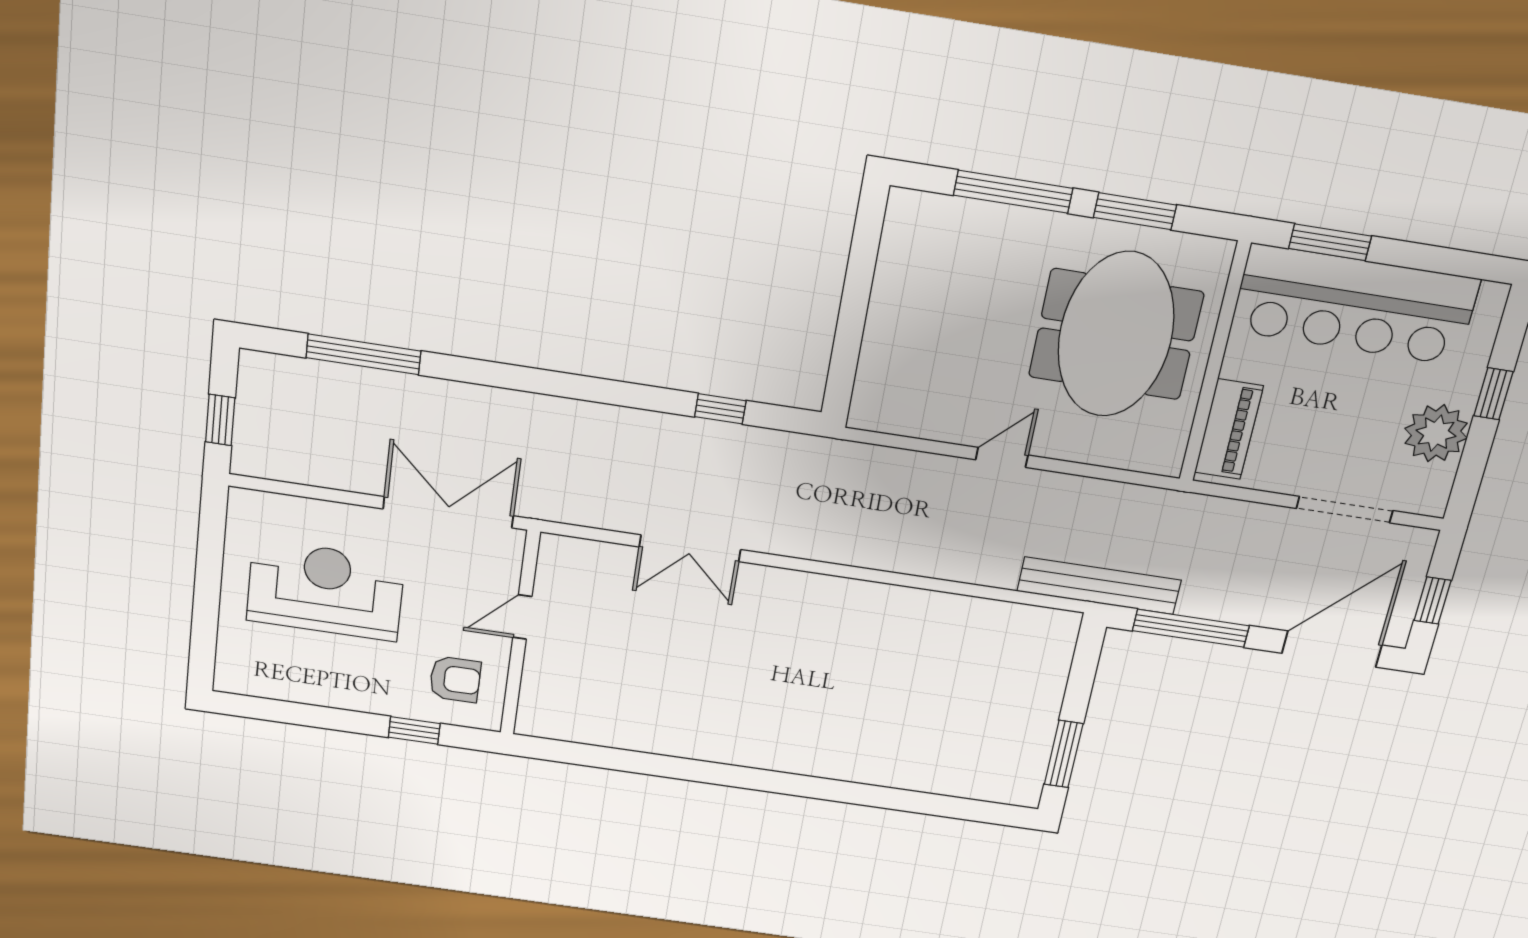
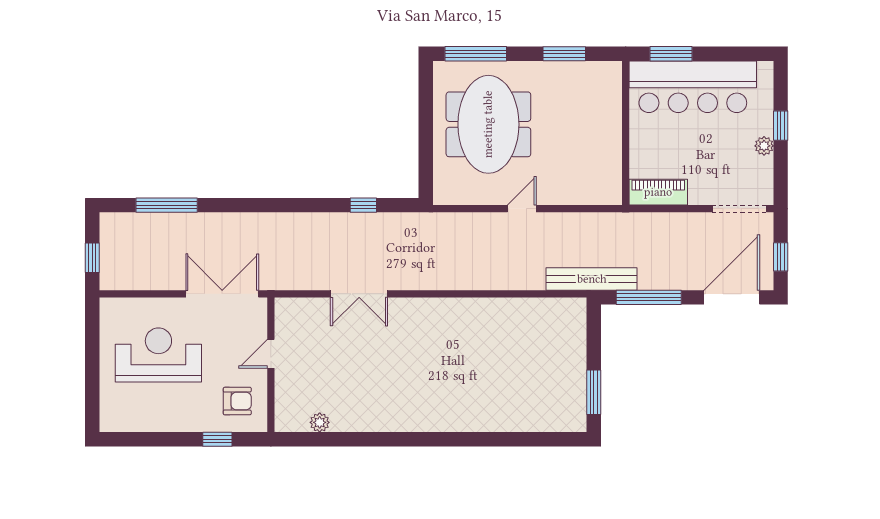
window: (1013, 192) -> (476, 54), moved
meeting table: (1116, 334) -> (488, 124), moved
piano: (1229, 429) -> (658, 192), moved, turned -90
plant: (1436, 433) -> (764, 146), width x0.53, depth x0.53
doorway: (1345, 510) -> (739, 209), moved
plant: (592, 731) -> (320, 422), added

